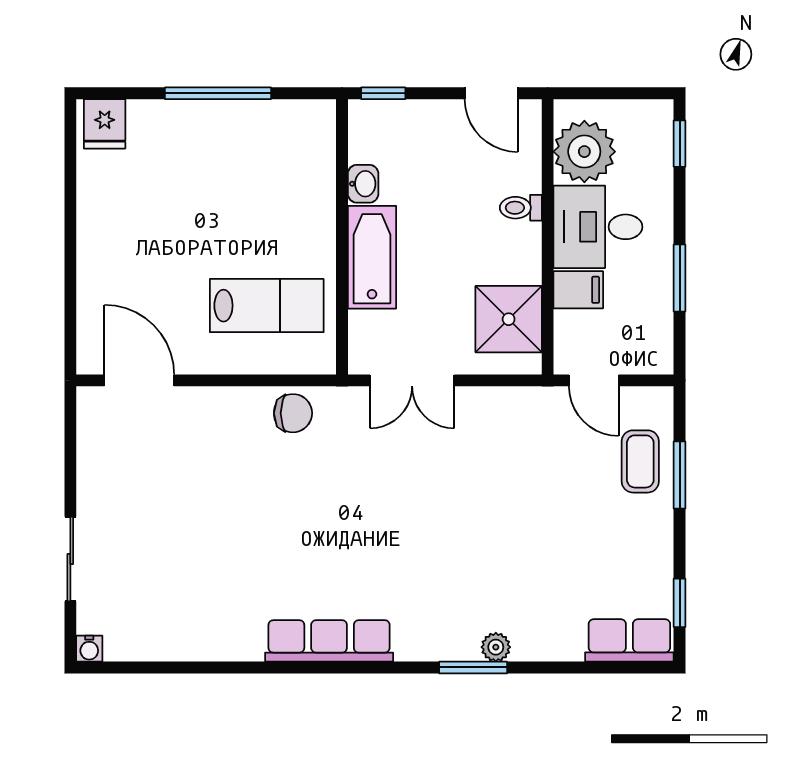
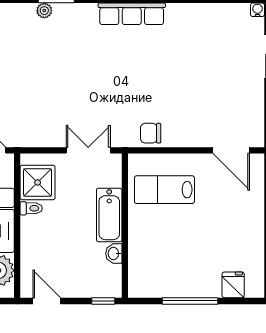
fridge: (105, 124) -> (233, 285), moved
toilet: (521, 208) -> (31, 208), moved

